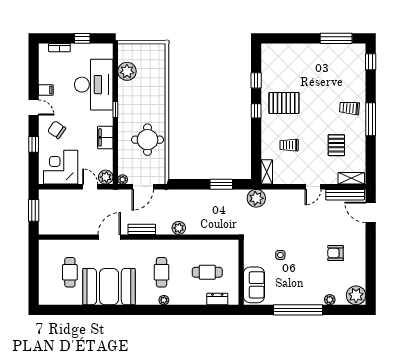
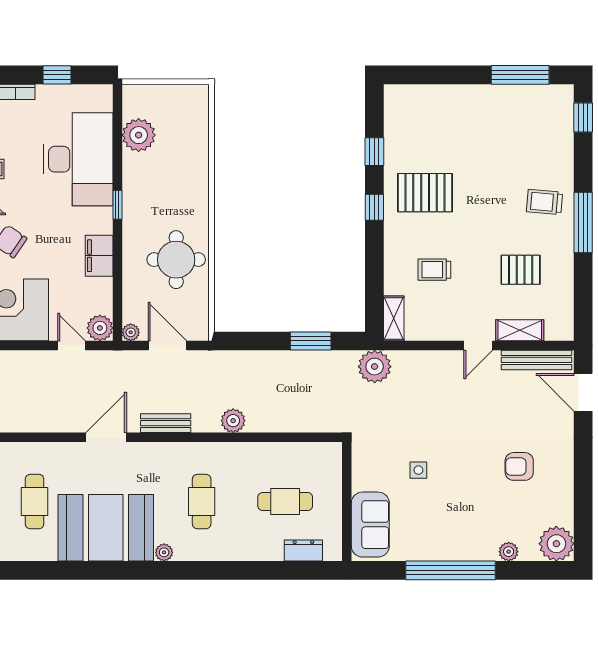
pallet: (336, 145) -> (521, 270), turned 90
shelving: (351, 178) -> (520, 330), moved
door: (143, 187) -> (167, 346), swing flipped
plant: (164, 300) -> (164, 552), moved

